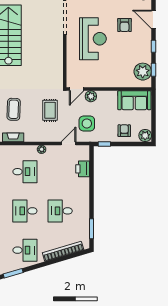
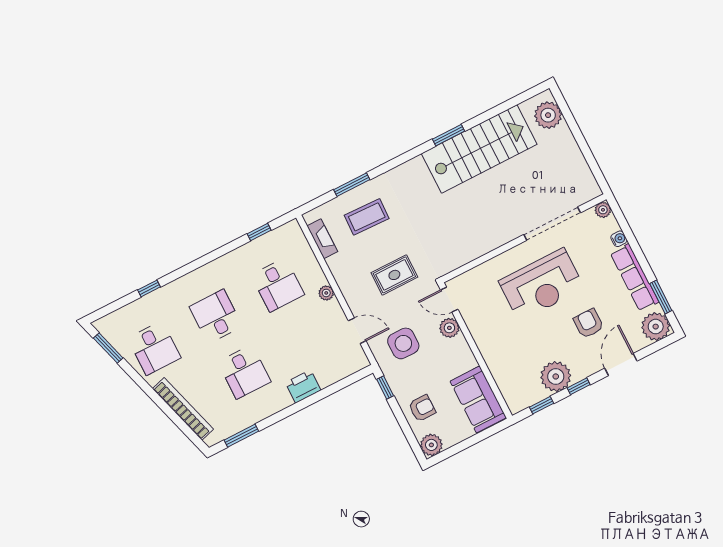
armchair: (124, 25) -> (589, 323), turned 90
plant: (143, 72) -> (556, 376), moved
printer: (83, 169) -> (303, 386), moved
desk: (60, 211) -> (244, 372), turned 180

